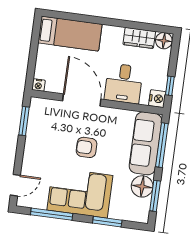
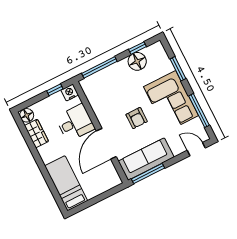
nightstand: (38, 85) -> (116, 181), removed
window: (24, 121) -> (148, 174), width x1.44
sofa: (146, 143) -> (146, 159), moved, turned 180
window: (155, 196) -> (138, 48), width x0.67

